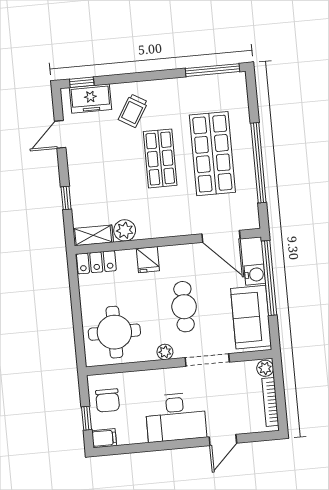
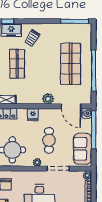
shop shelf: (160, 158) -> (17, 64), moved
plant: (125, 230) -> (48, 99), moved
water cooler: (255, 275) -> (87, 113), moved

